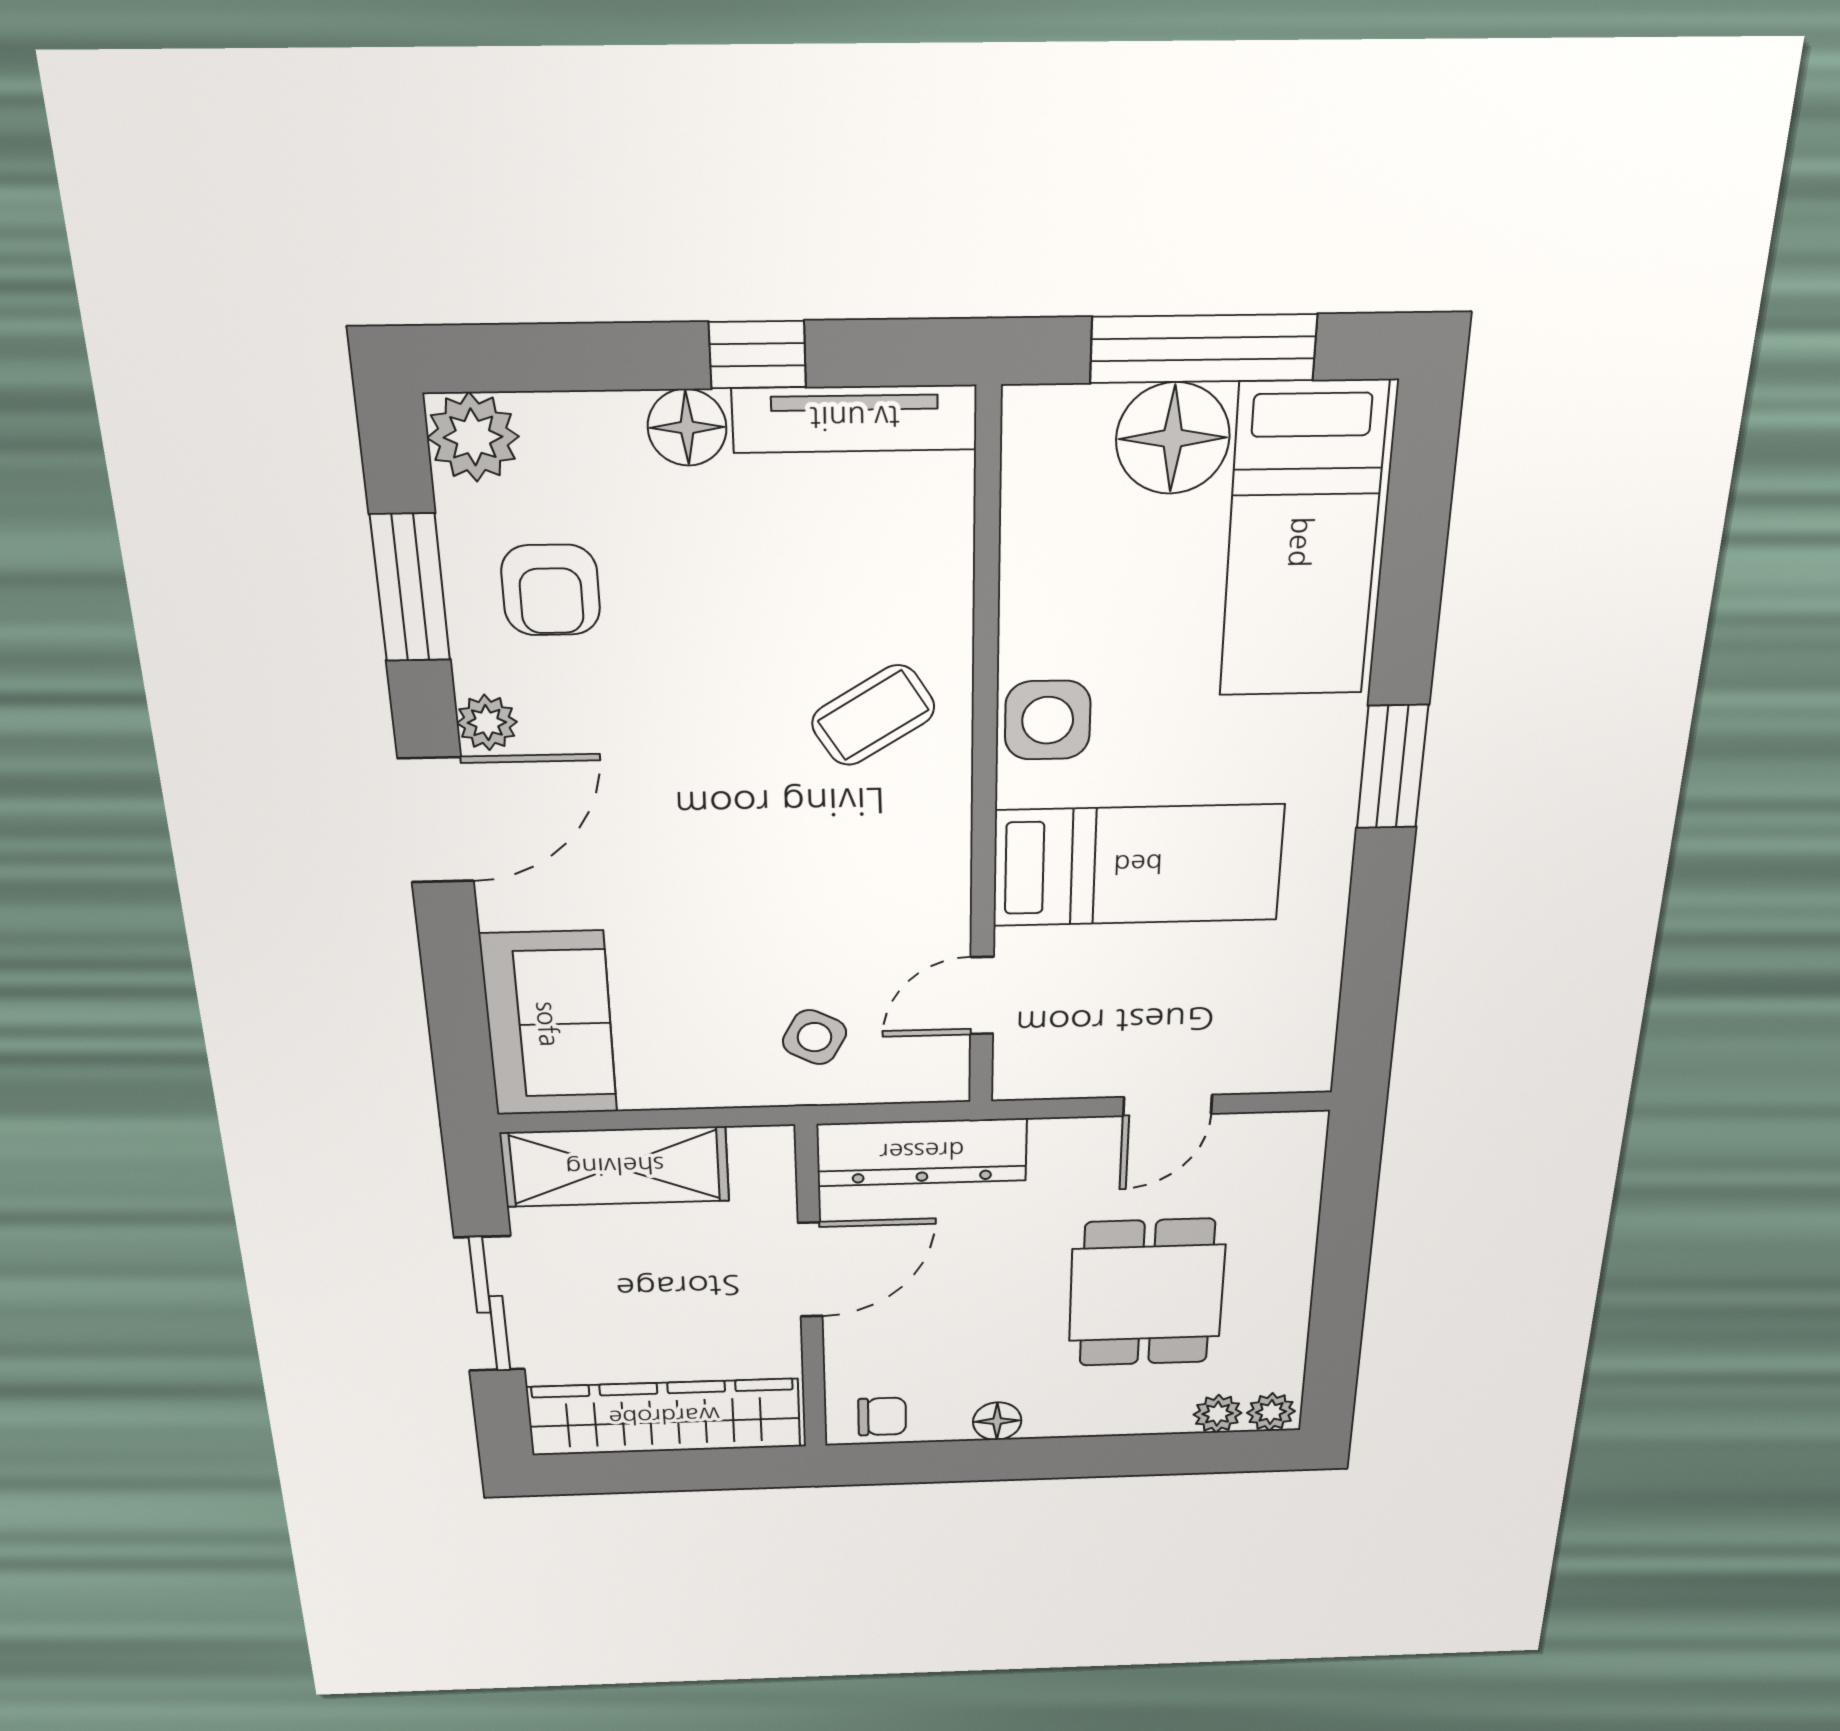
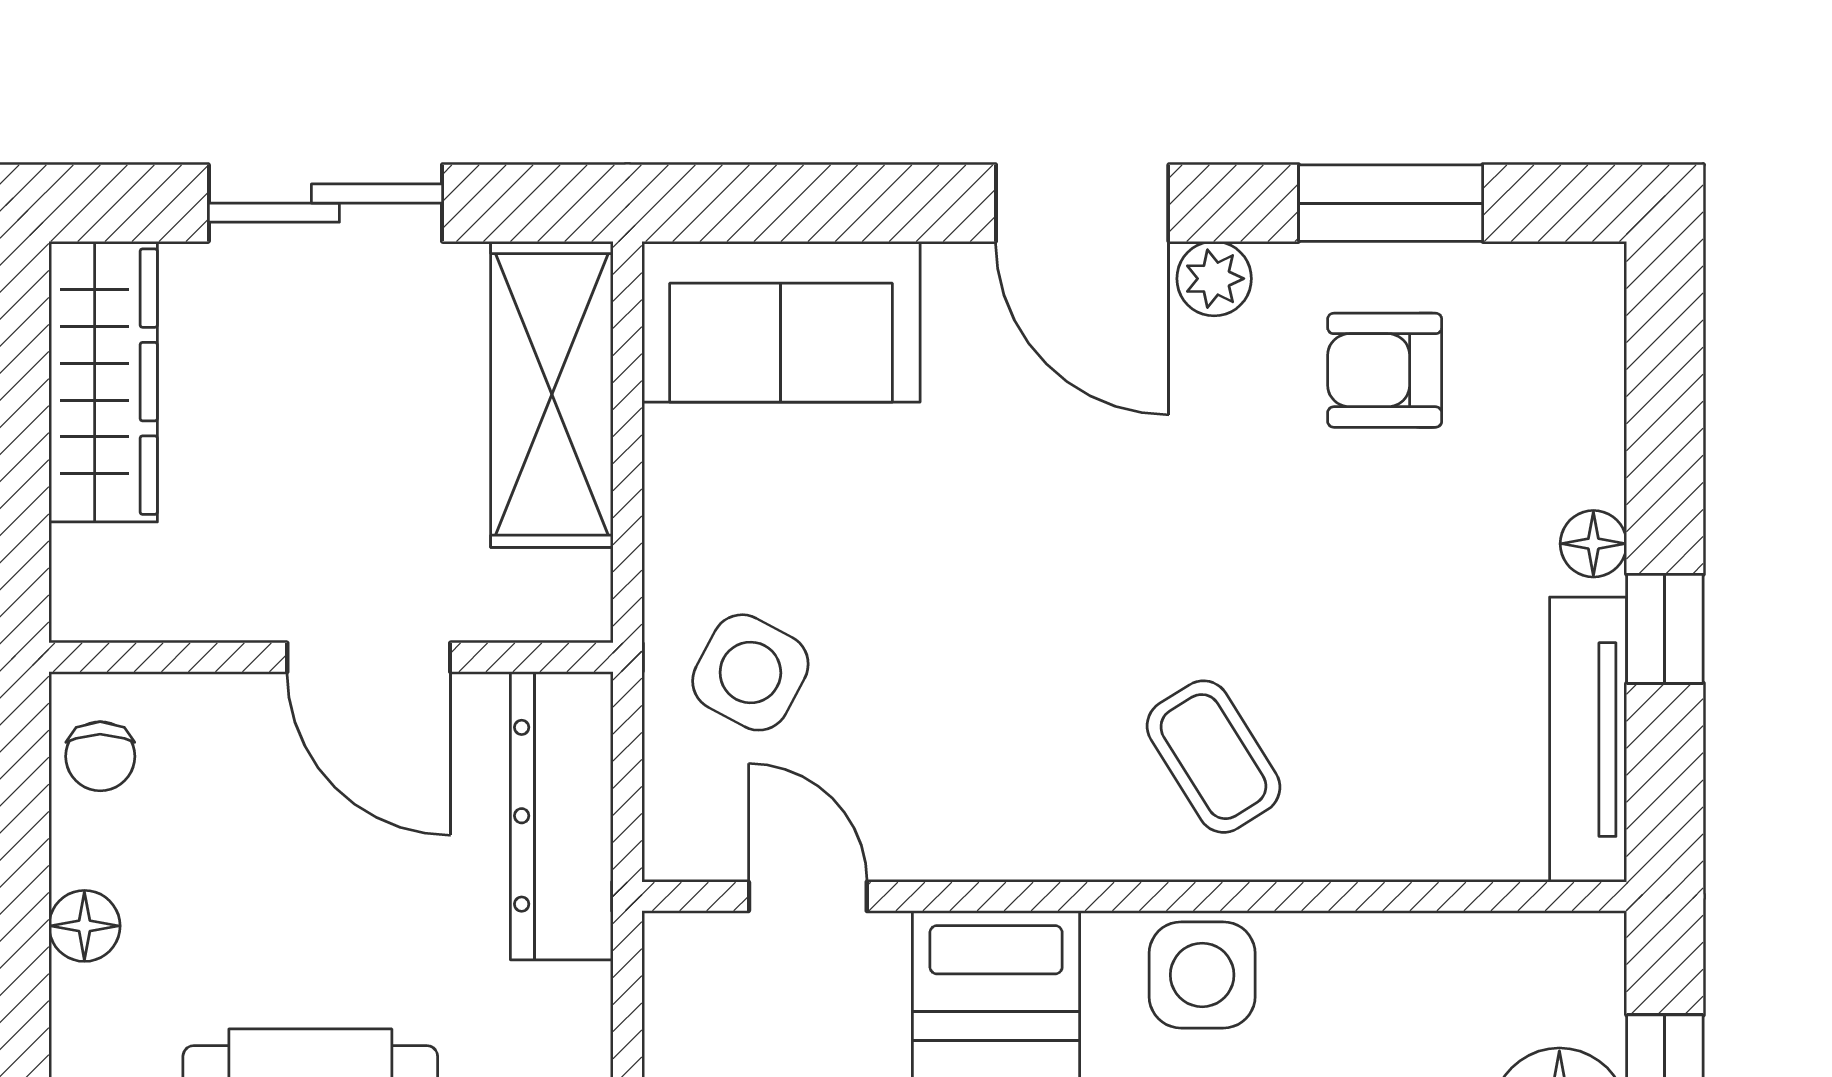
floor lamp: (687, 427) -> (1593, 544), width x0.73, depth x0.73
plant: (473, 437) -> (1573, 295), removed
side table: (814, 1037) -> (750, 672), width x1.37, depth x1.37
wardrobe: (664, 1417) -> (103, 382), width x0.71, depth x0.85

